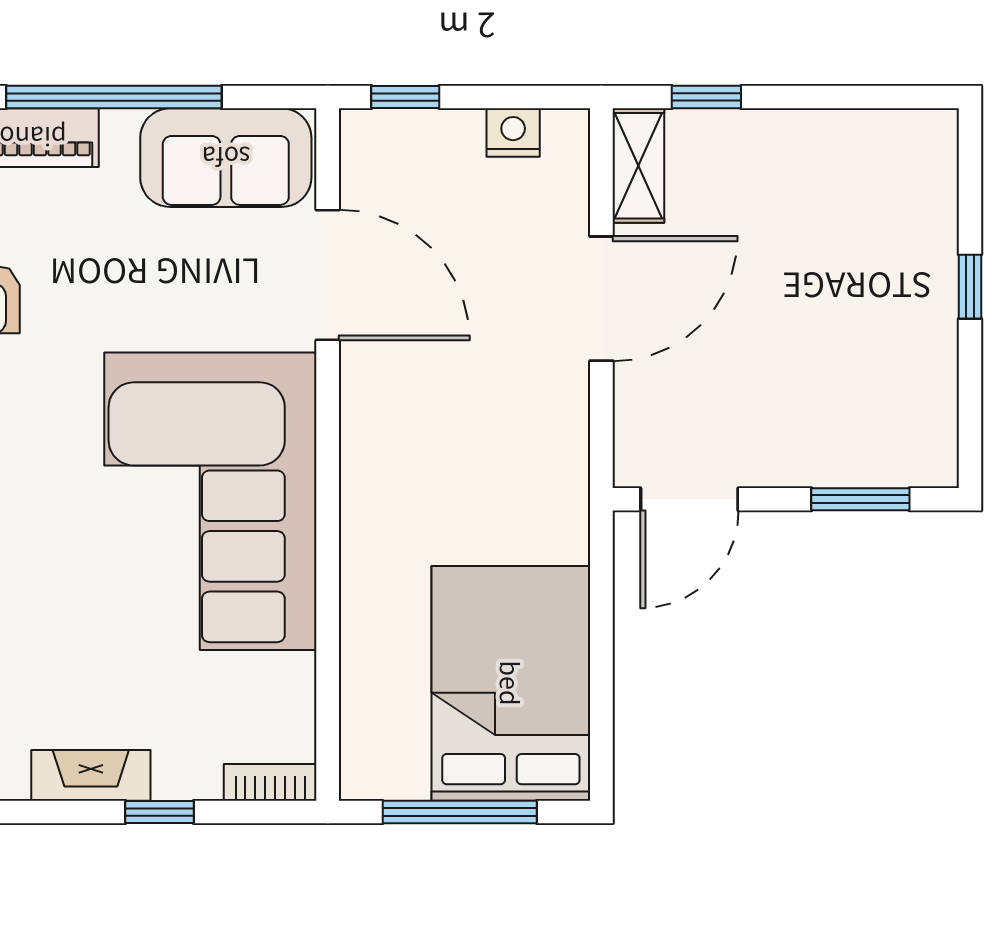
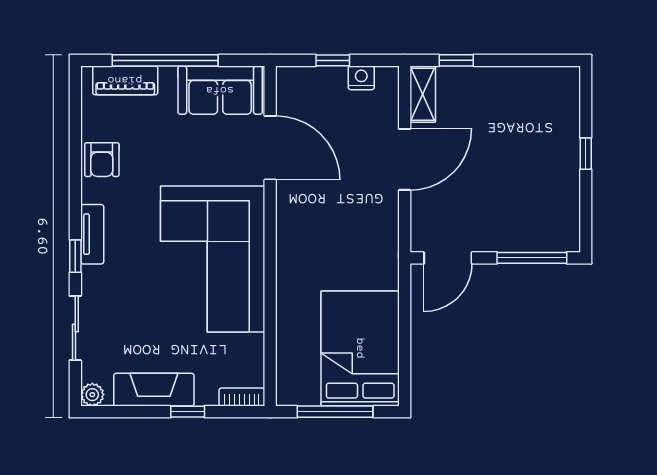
window: (405, 97) -> (333, 60), moved
window: (860, 499) -> (532, 258), width x1.44
fireplace: (91, 775) -> (154, 390), width x1.37, depth x1.32

